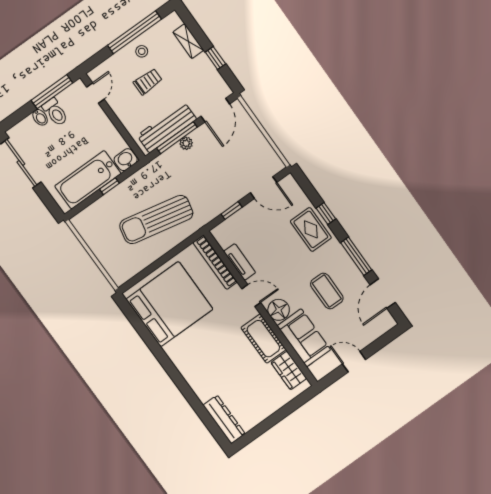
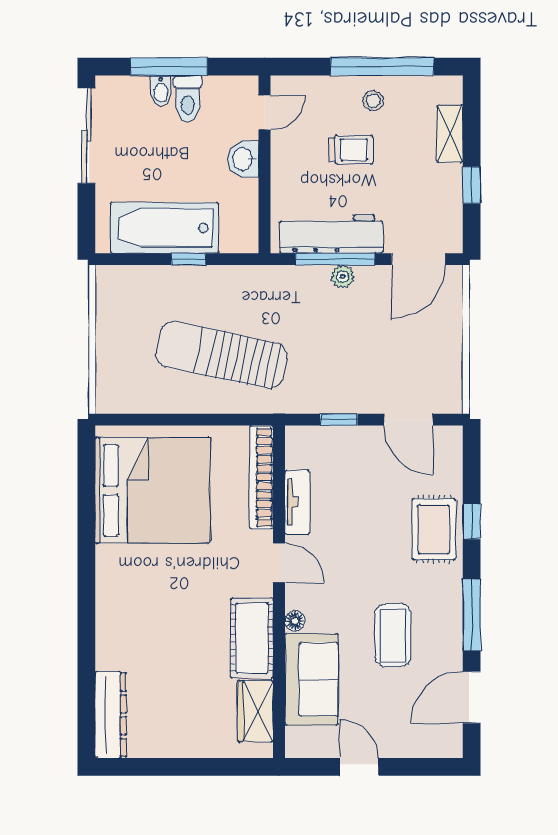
window: (52, 92) -> (169, 67), moved
washbasin: (126, 160) -> (243, 159), moved, turned -90
floor lamp: (279, 310) -> (295, 621), width x0.53, depth x0.53

